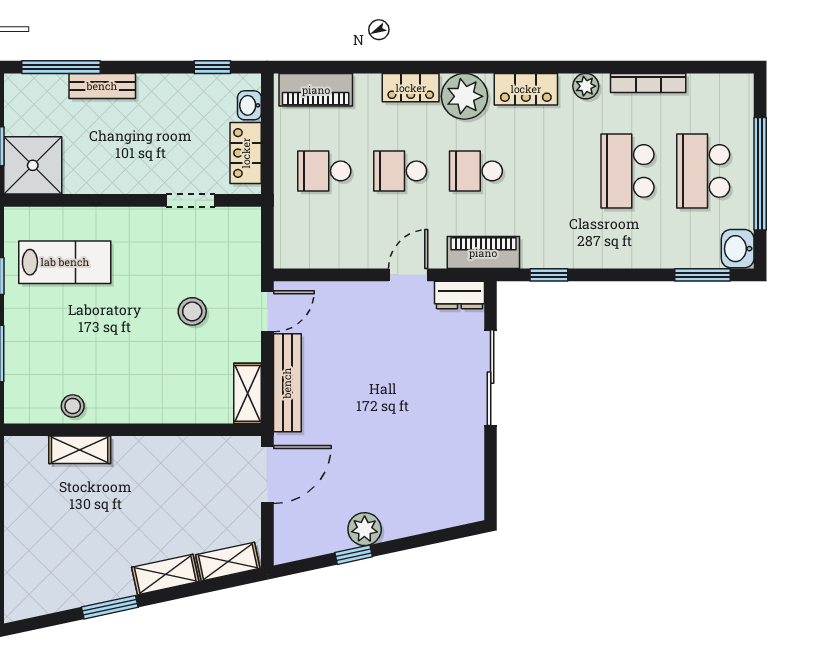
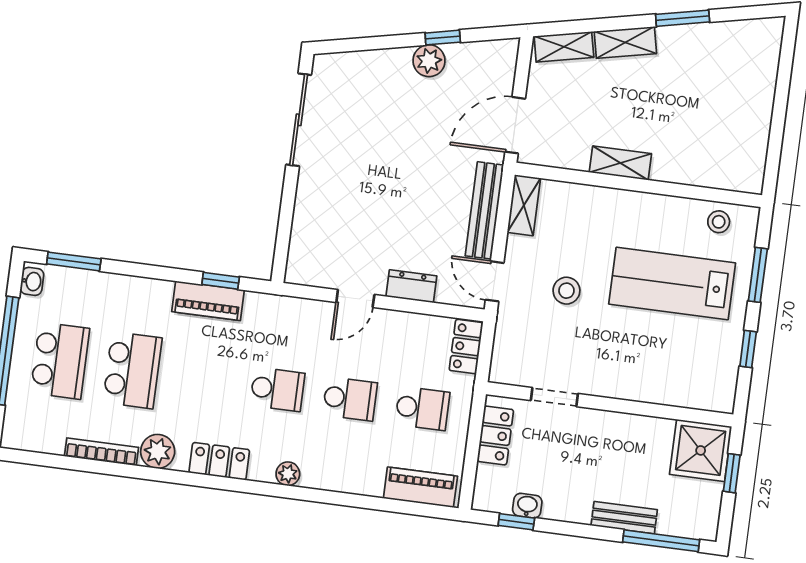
plant: (586, 86) -> (158, 451), width x1.38, depth x1.38
locker: (411, 88) -> (466, 347), moved, turned -90
plant: (464, 96) -> (288, 474), width x0.53, depth x0.53
washbasin: (249, 105) -> (527, 506), moved, turned -90
washbasin: (738, 249) -> (32, 281), width x0.72, depth x0.69
piano: (483, 253) -> (208, 301), moved
lab bench: (65, 262) -> (672, 284), moved, width x1.36, depth x1.39
dresser: (459, 295) -> (411, 286), moved
door: (267, 311) -> (495, 281), hinge flipped
sliding door: (491, 378) -> (299, 120), moved
stool: (73, 406) -> (719, 222), moved
shelving: (80, 450) -> (620, 163), moved

